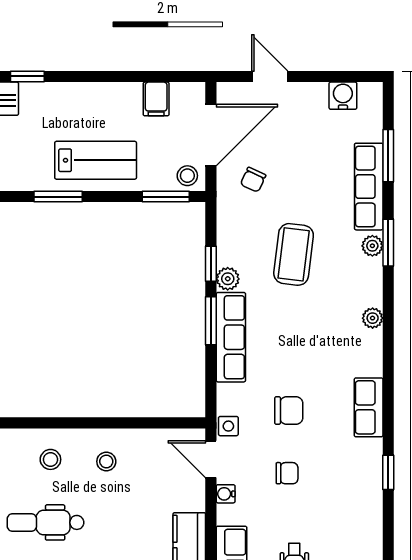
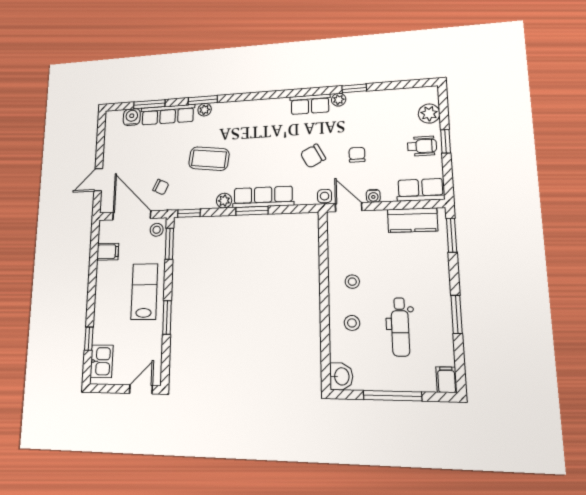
water cooler: (343, 96) -> (132, 117), moved, turned 90
window: (211, 264) -> (189, 213), moved
plant: (373, 318) -> (339, 100), moved
chair: (289, 411) -> (313, 156), turned -118
door: (211, 459) -> (348, 207), swing flipped

